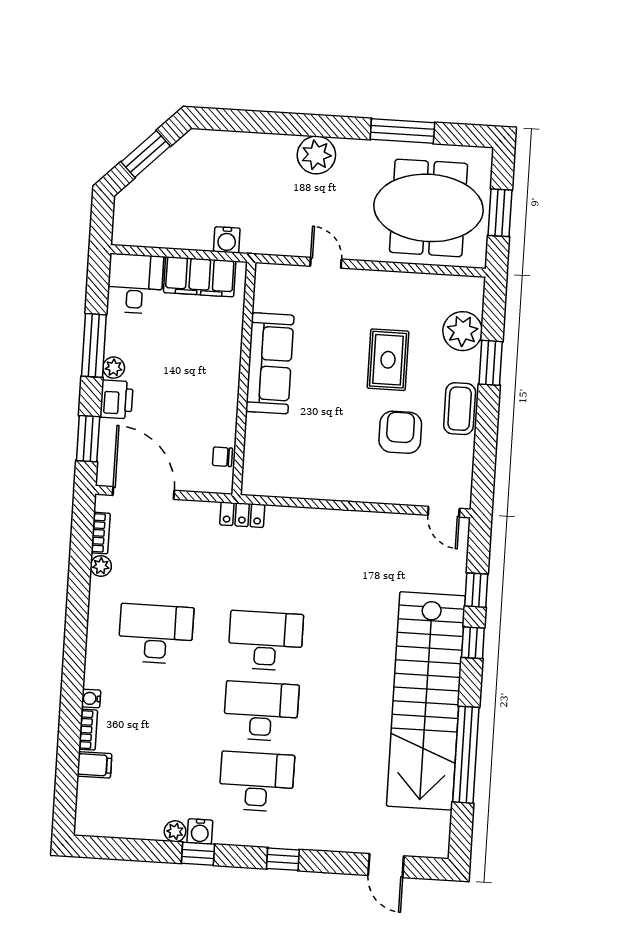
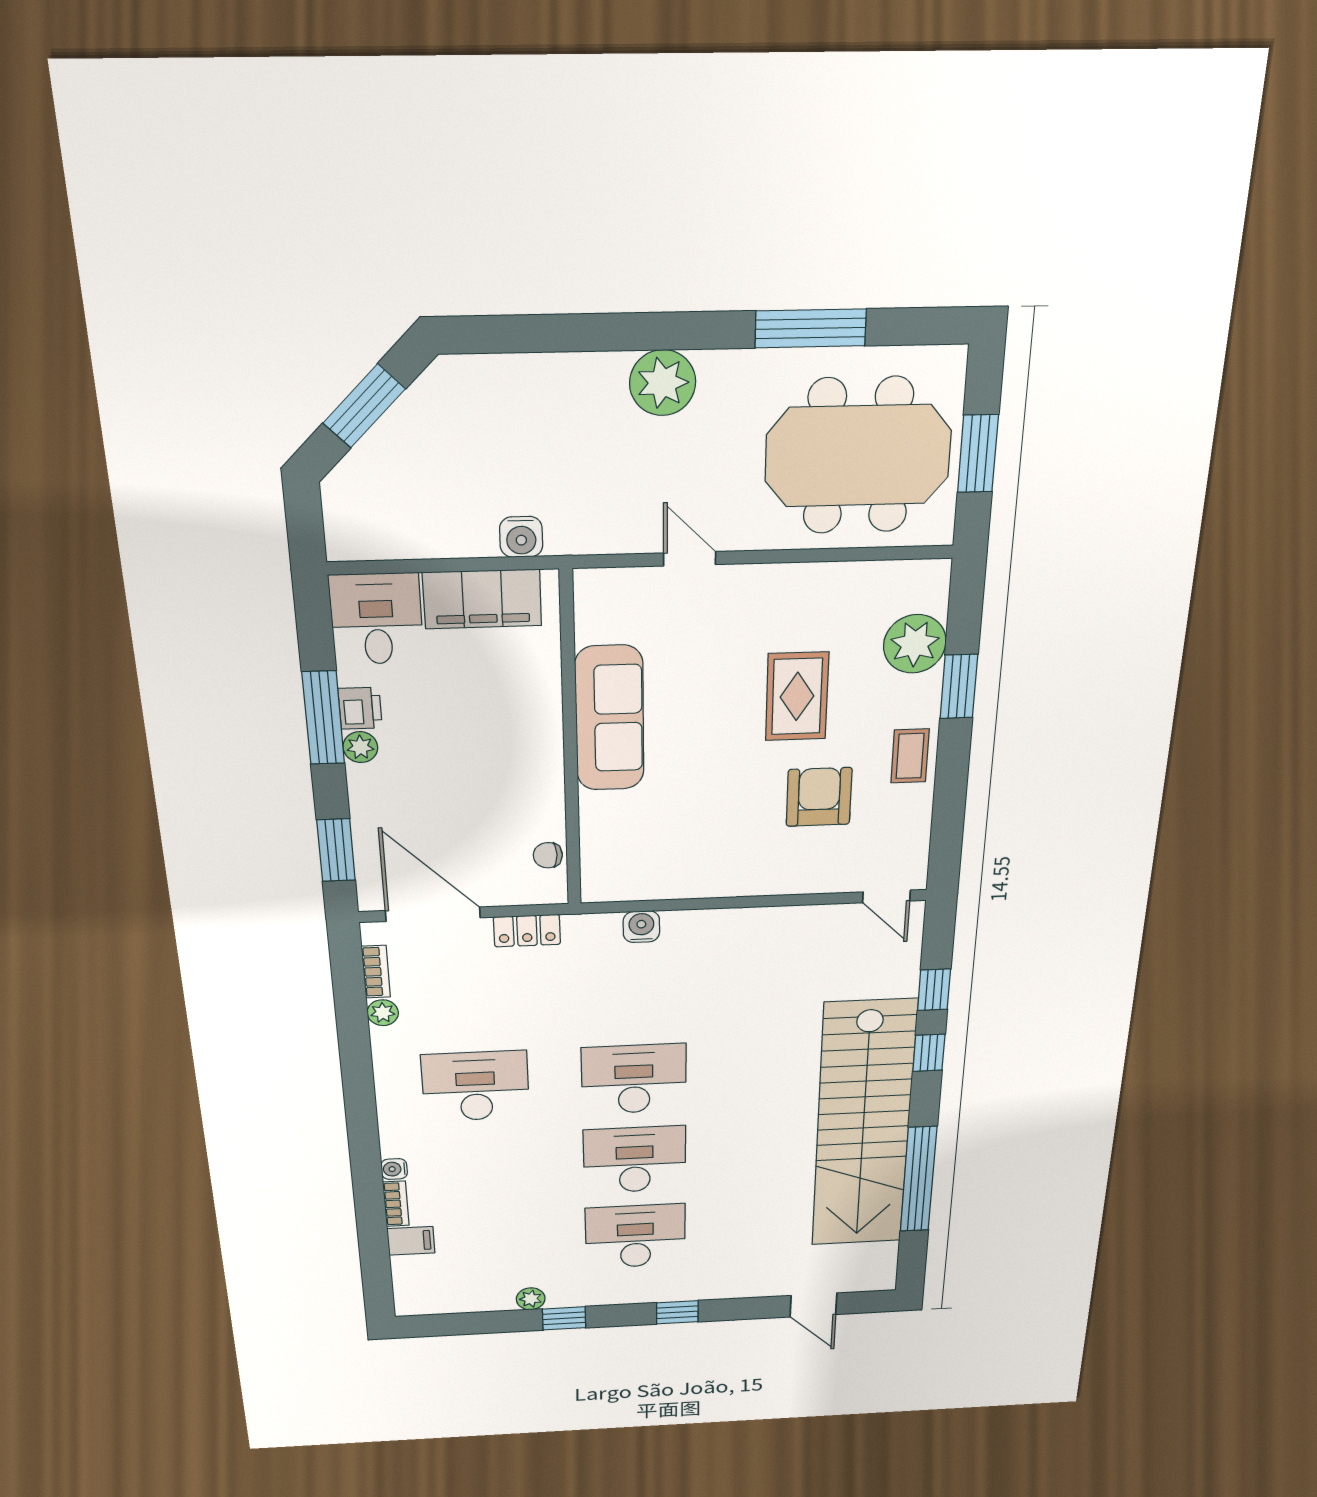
printer: (116, 399) -> (360, 708), moved, width x0.73, depth x0.81
coffee table: (460, 409) -> (910, 756), width x0.73, depth x0.77
locker: (242, 515) -> (527, 931), moved
water cooler: (200, 831) -> (641, 927), moved, turned 180

